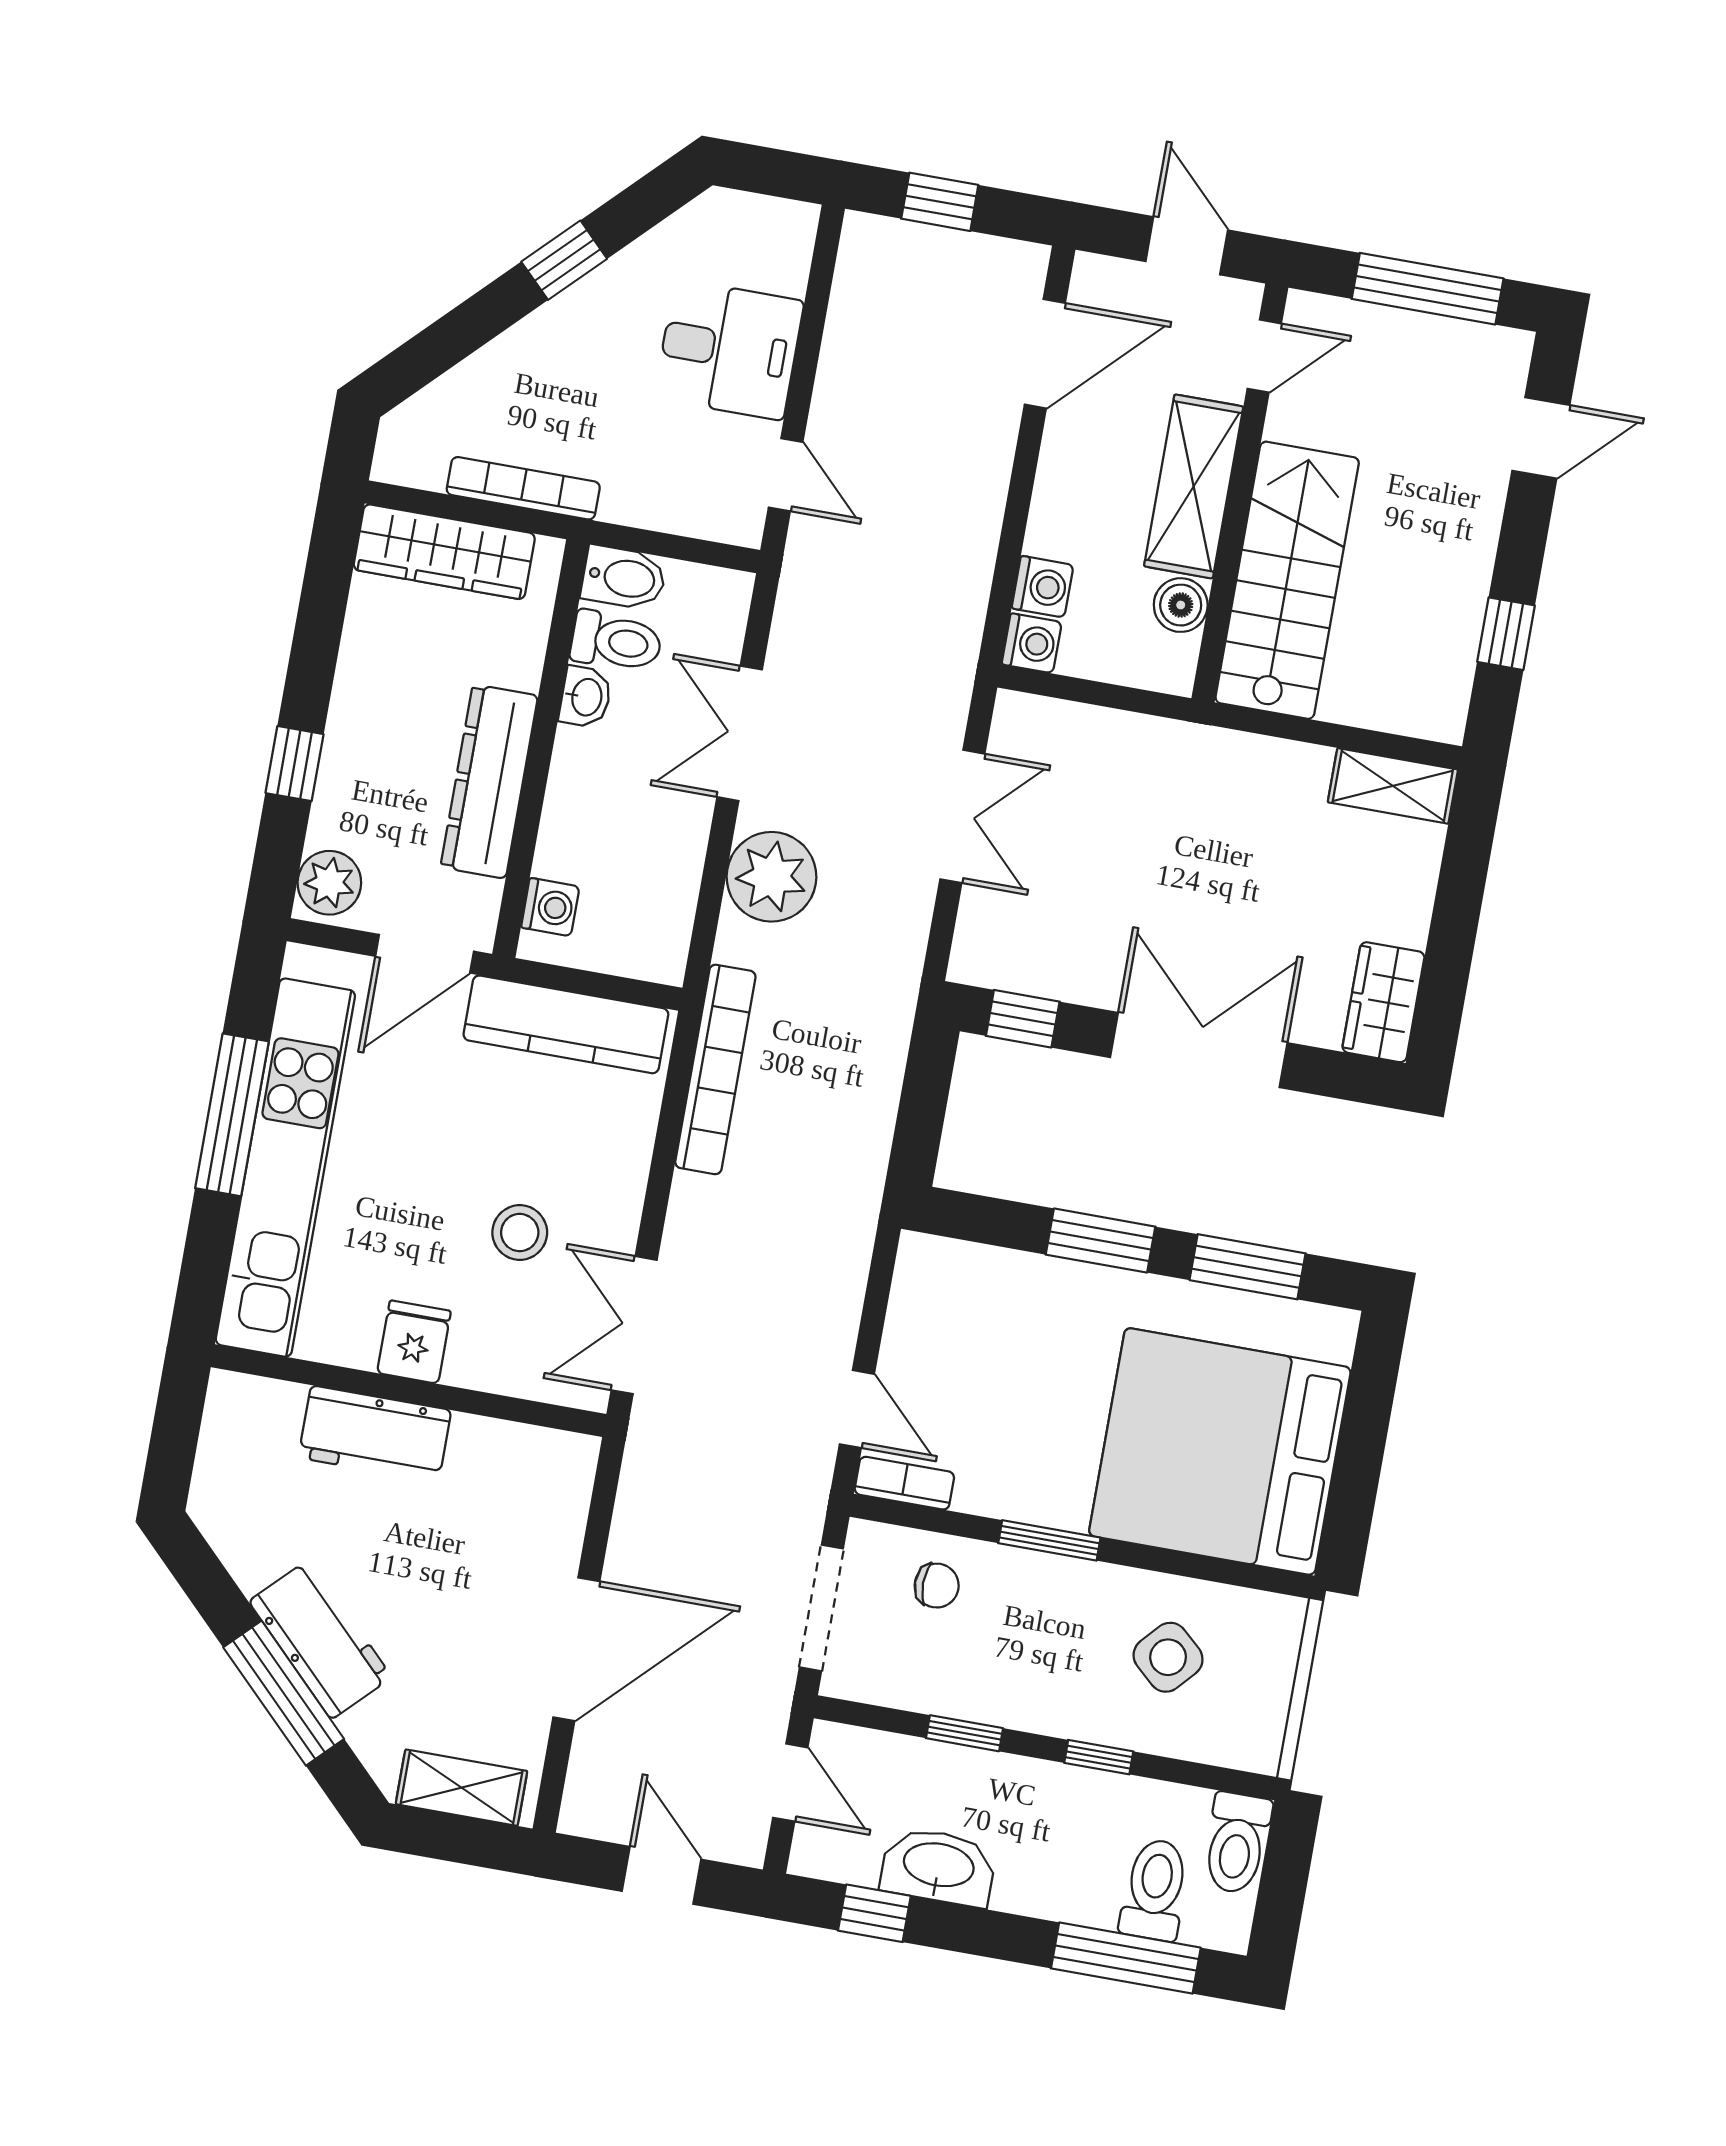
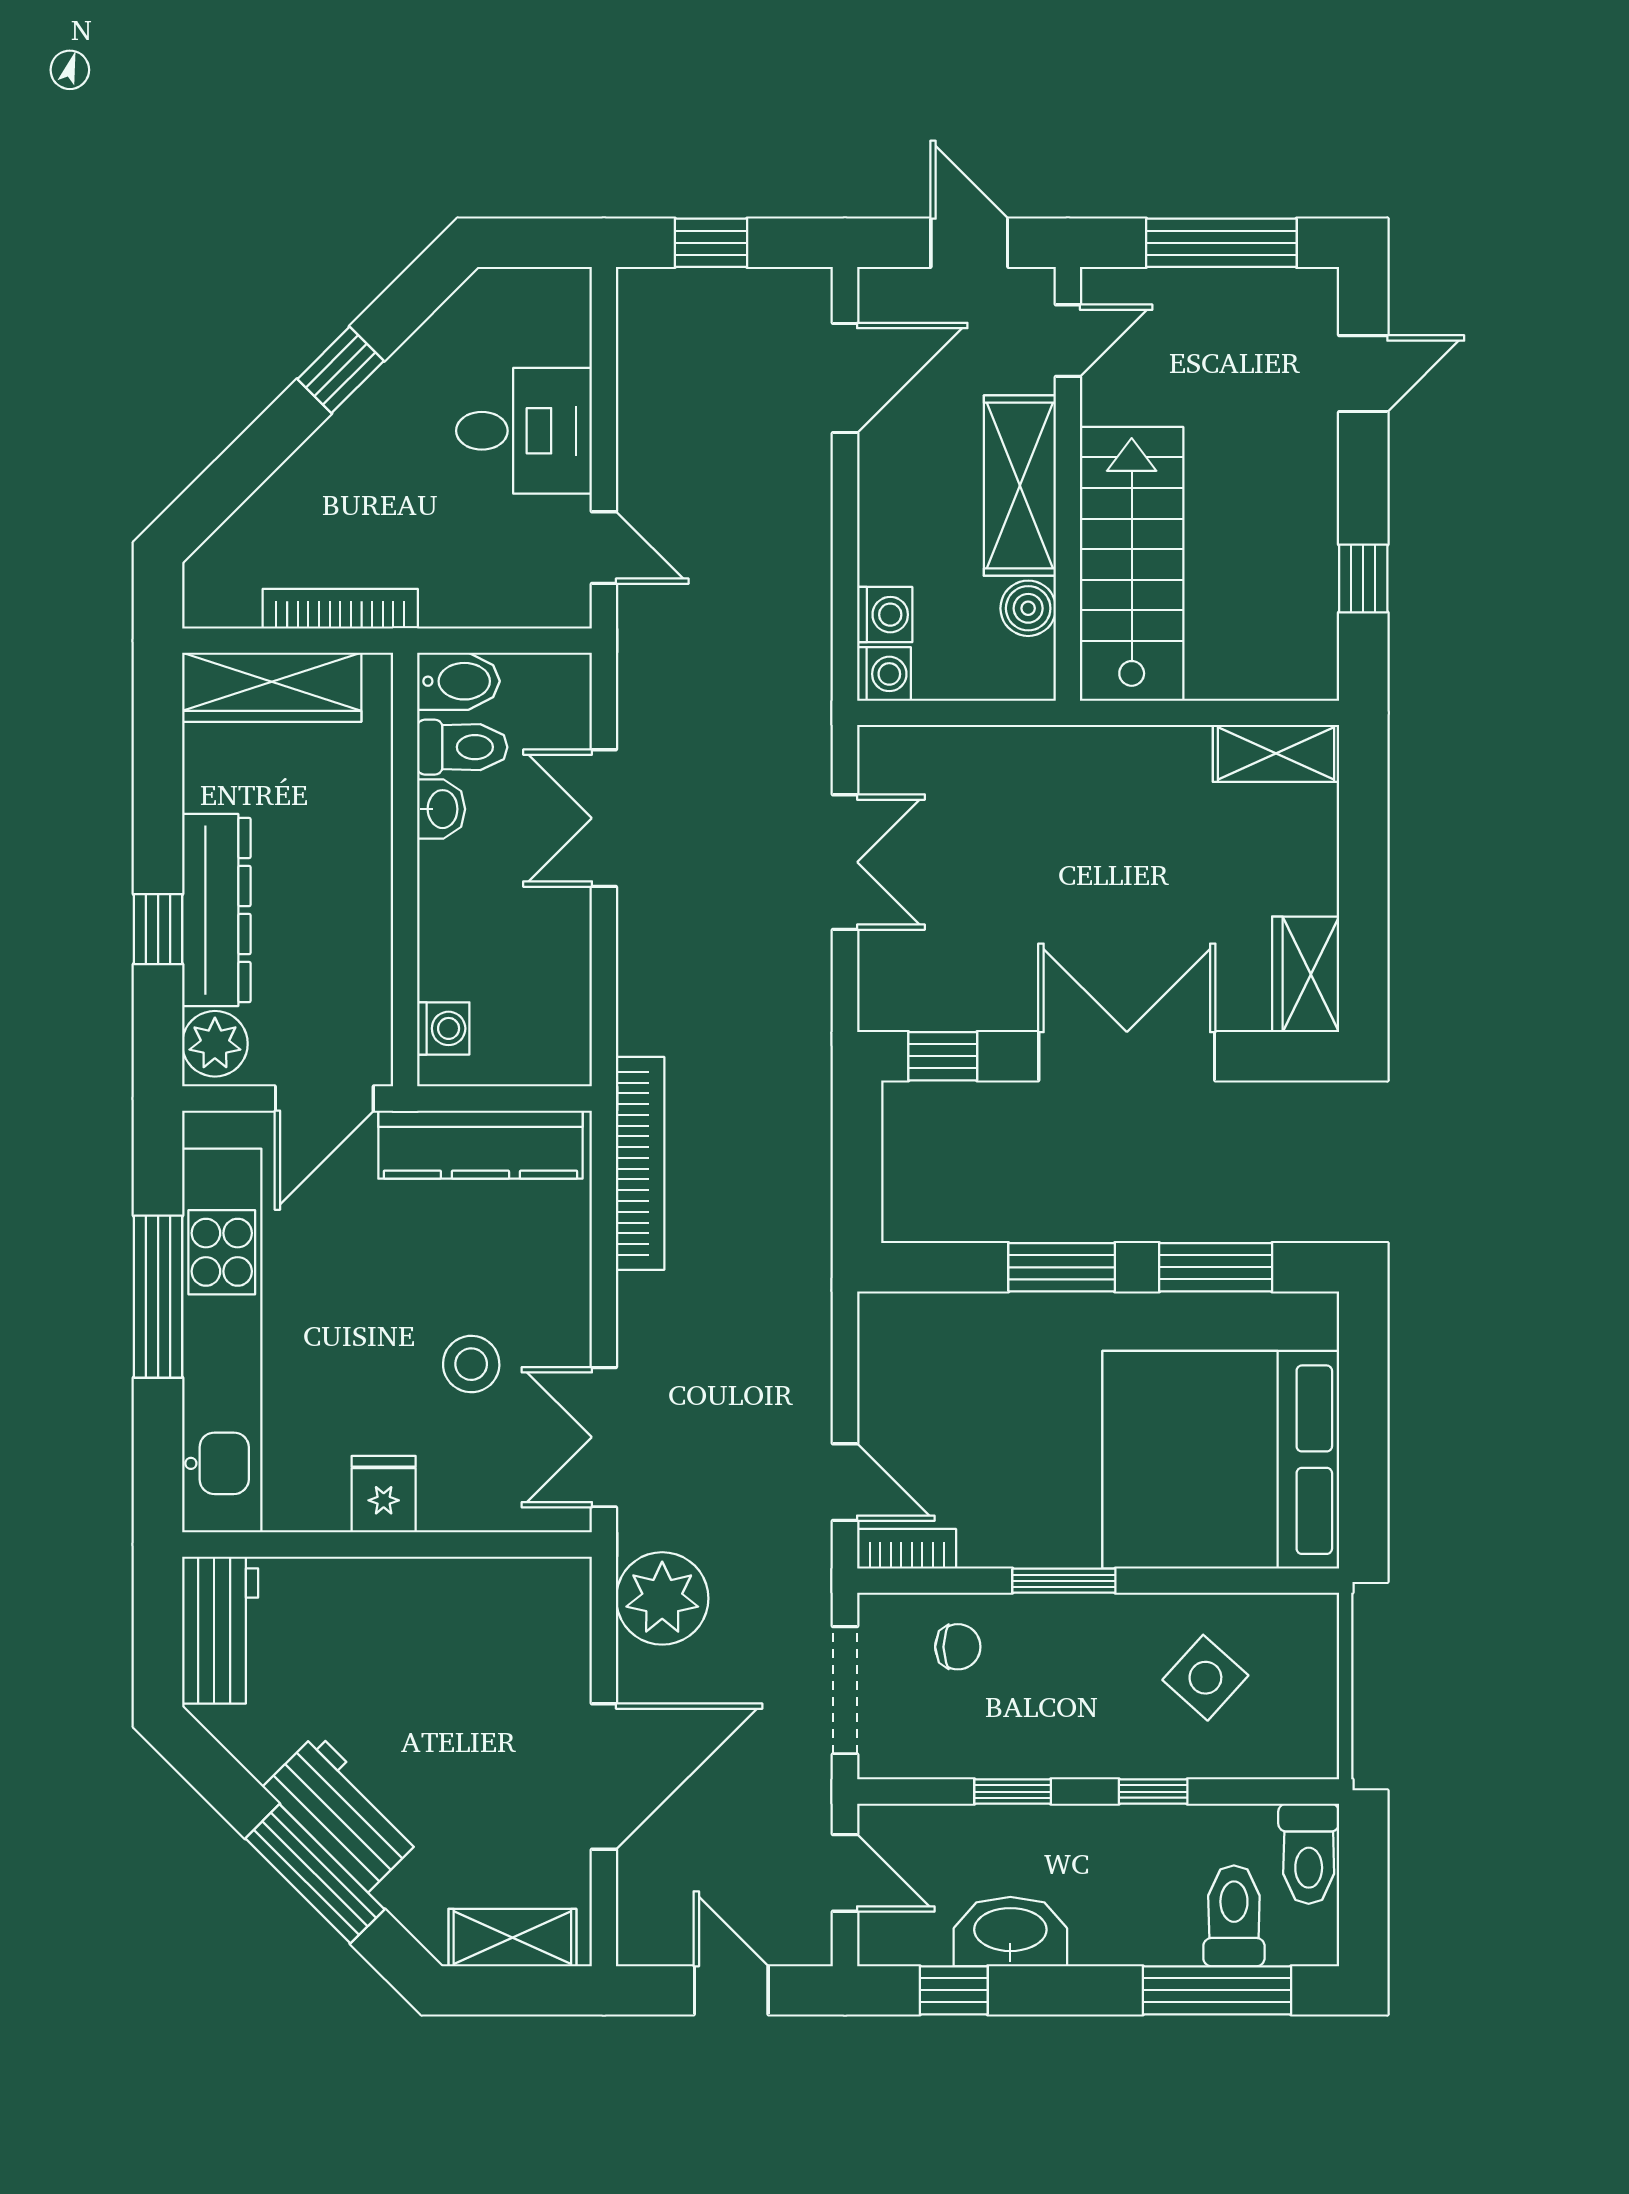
dresser: (489, 781) -> (216, 910), moved, turned 180
plant: (771, 877) -> (662, 1598), moved
workbench: (375, 1434) -> (220, 1630), moved, turned -90

